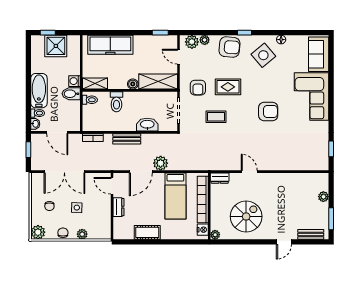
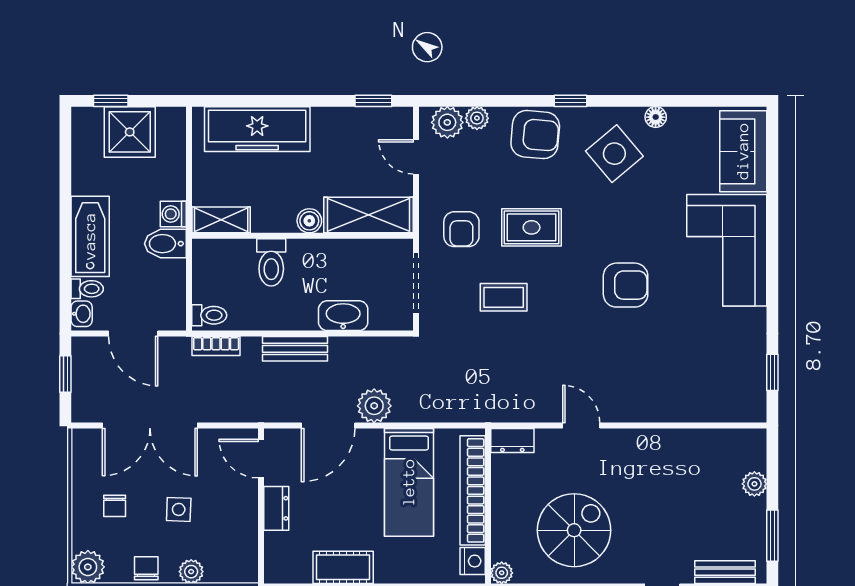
toilet: (90, 100) -> (209, 315), moved

